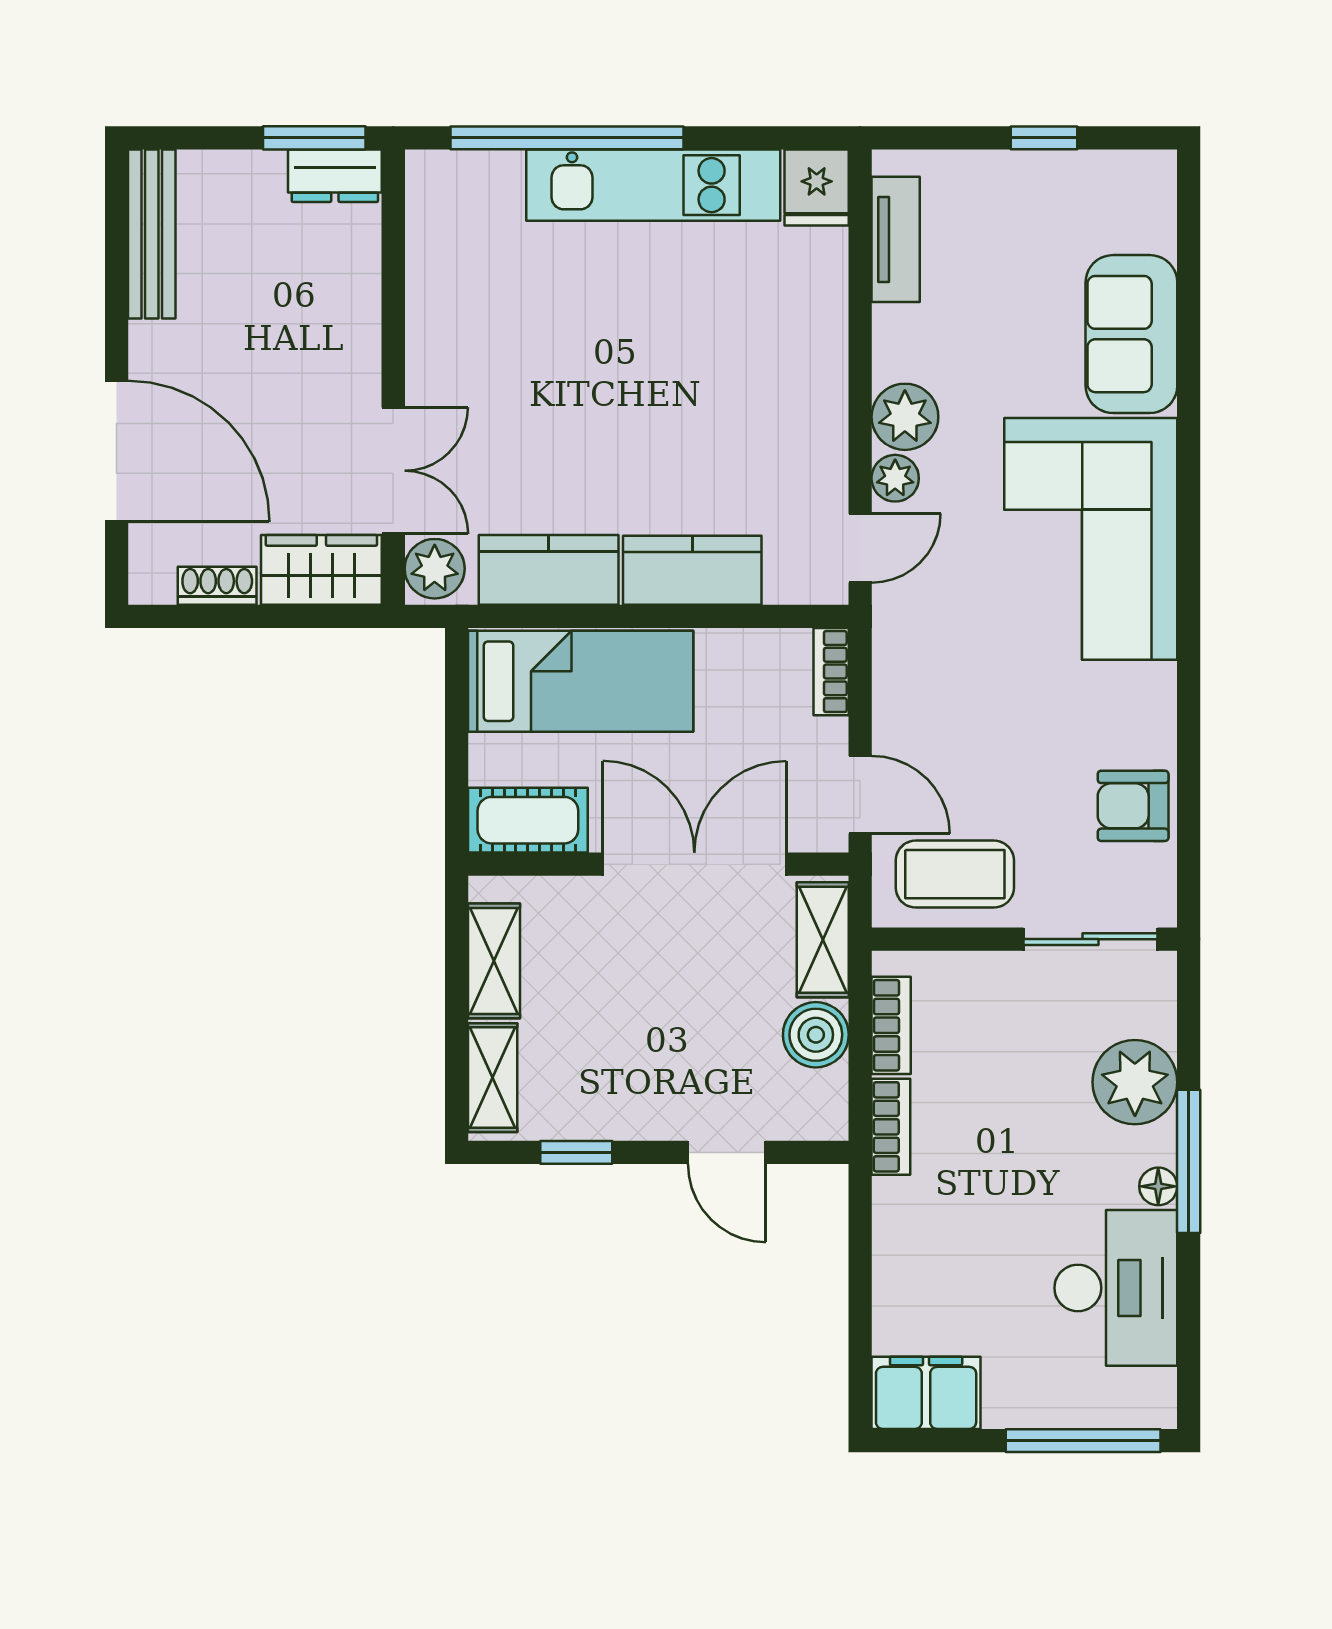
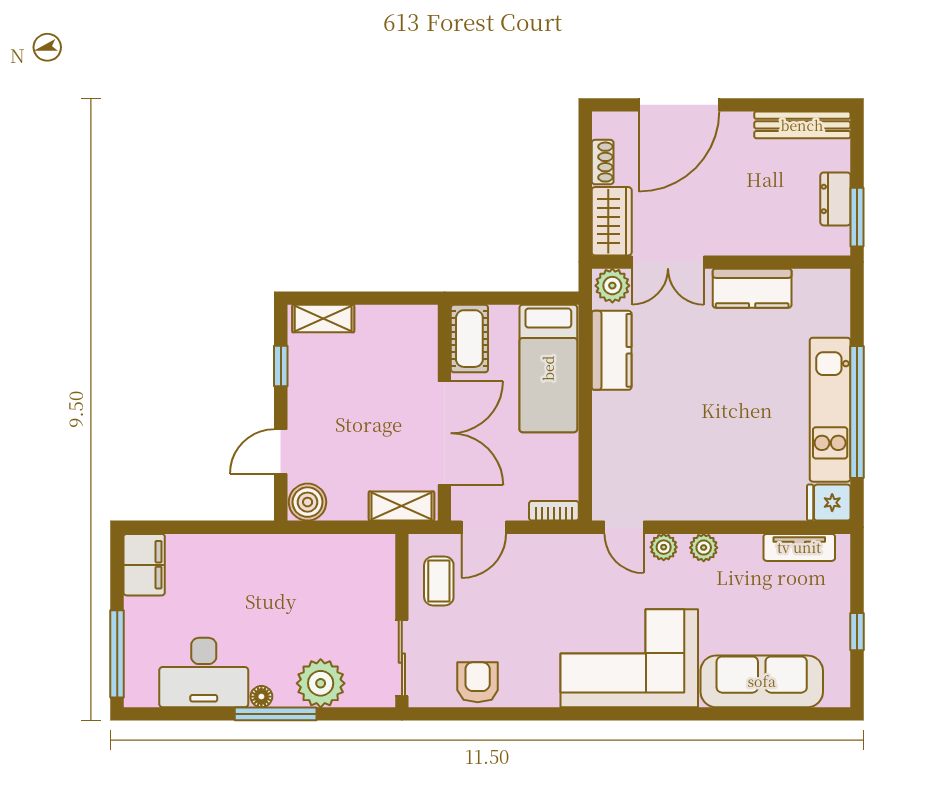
window: (567, 138) -> (857, 412), moved
dresser: (335, 176) -> (835, 199), moved
sofa: (1131, 334) -> (762, 681), width x1.36
plant: (905, 417) -> (704, 548), width x0.73, depth x0.73
kitchen counter: (692, 570) -> (752, 288), moved, turned 90
coffee table: (955, 874) -> (439, 581), width x0.73, depth x0.77
shelving: (494, 961) -> (389, 319), removed
bookcase: (891, 1025) -> (353, 545), removed
boiler: (816, 1035) -> (308, 502), moved
bookcase: (891, 1127) -> (295, 545), removed

